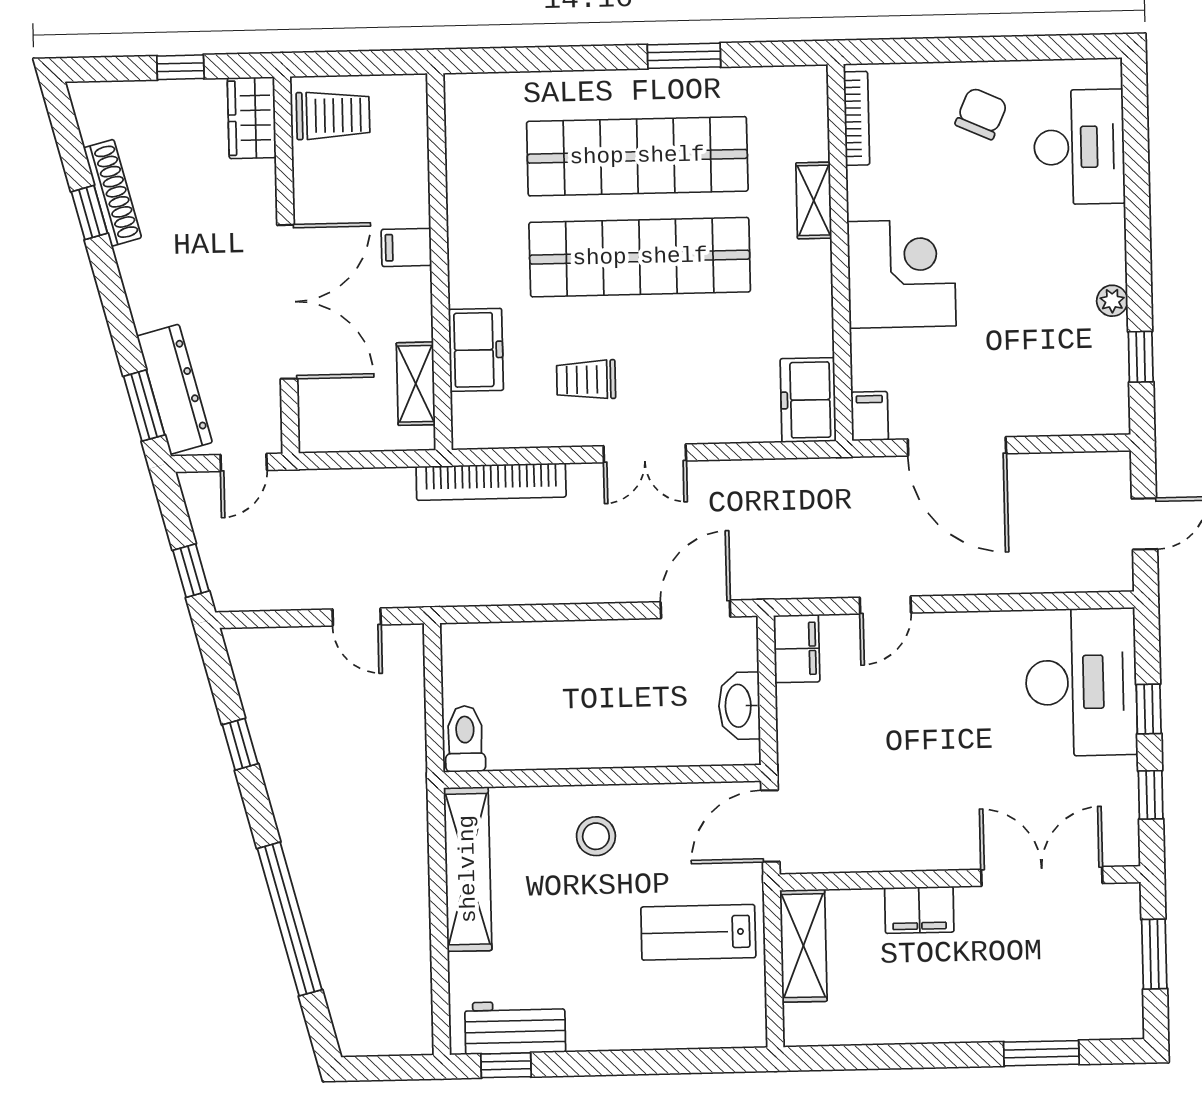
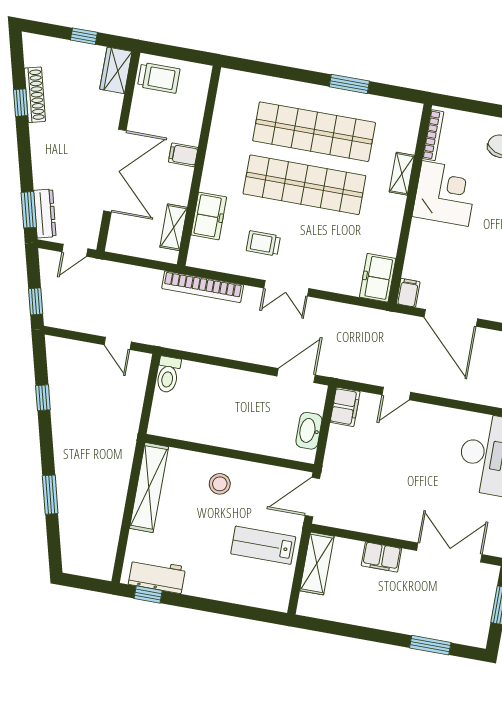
corner desk: (902, 274) -> (445, 193), moved
dresser: (175, 389) -> (45, 213), width x0.73, depth x0.80
toilet: (465, 739) -> (168, 375), moved, turned 180
window: (290, 919) -> (50, 495), width x0.47

